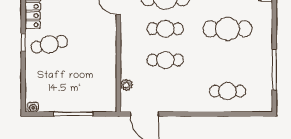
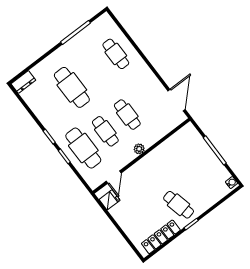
plant: (126, 85) -> (139, 149), moved

